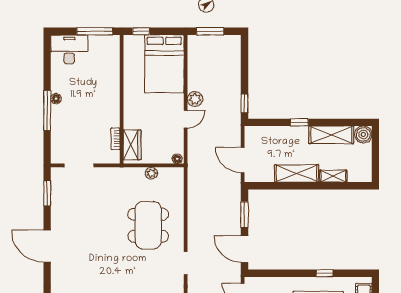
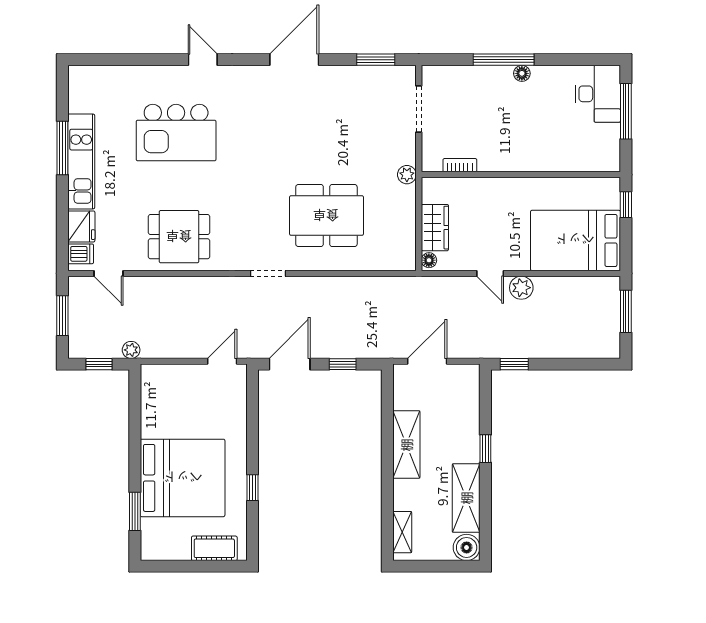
window: (95, 31) -> (626, 111), moved
wardrobe: (132, 145) -> (435, 228), moved, turned -90
plant: (151, 173) -> (407, 175), moved
shelving: (333, 176) -> (402, 532), moved
window: (244, 215) -> (343, 364), width x0.67

